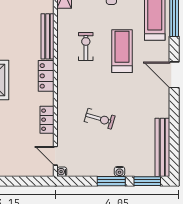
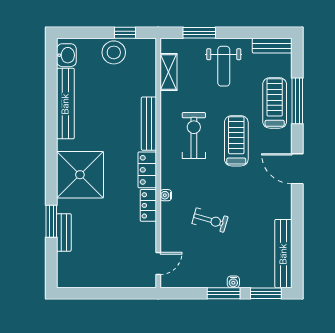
exercise bike: (86, 47) -> (194, 135), width x1.38, depth x1.39
locker: (47, 120) -> (148, 205), moved
door: (55, 156) -> (158, 264), swing flipped
water cooler: (62, 172) -> (166, 195), moved

